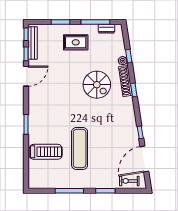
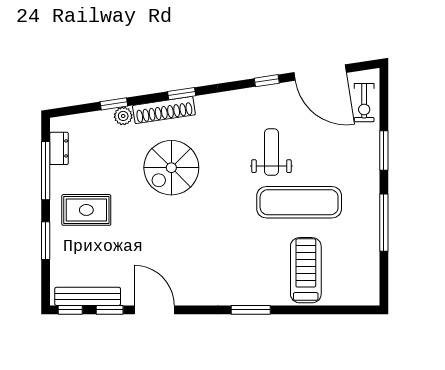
rug: (76, 42) -> (86, 210), turned 90
spiral stairs: (97, 85) -> (171, 168), turned 180
weight bench: (105, 135) -> (271, 152), added

